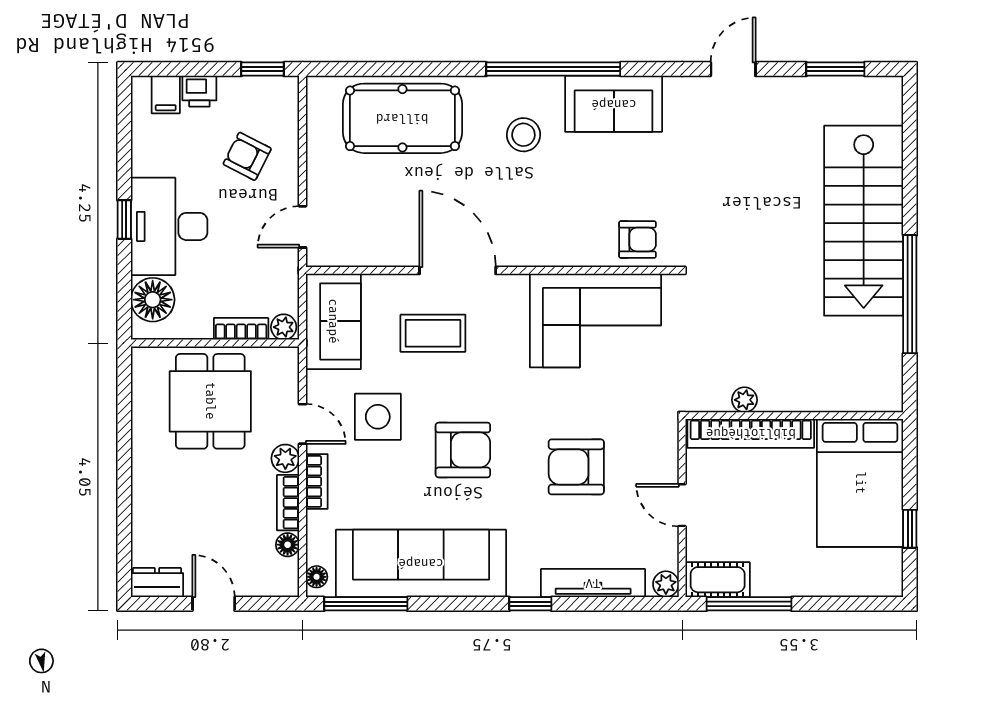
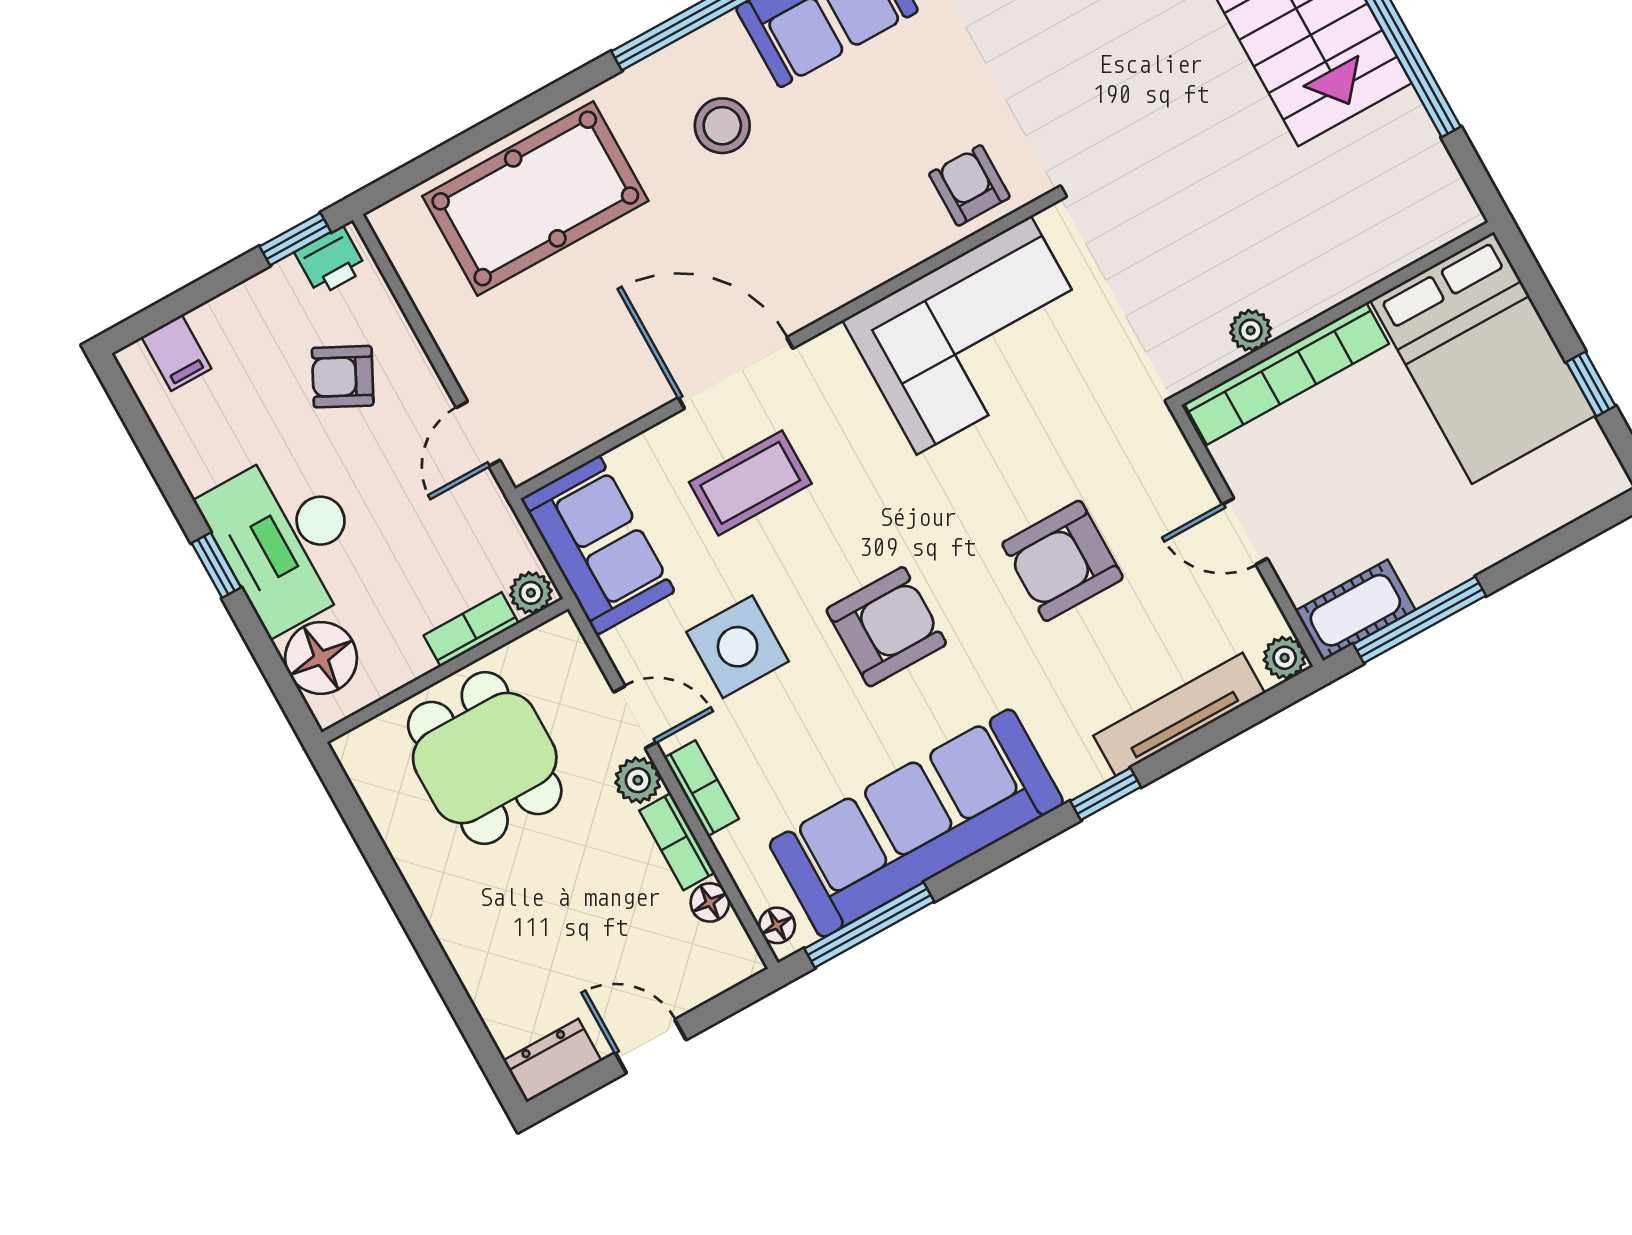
printer: (199, 91) -> (331, 261), moved
armchair: (637, 240) -> (969, 185), turned -90

